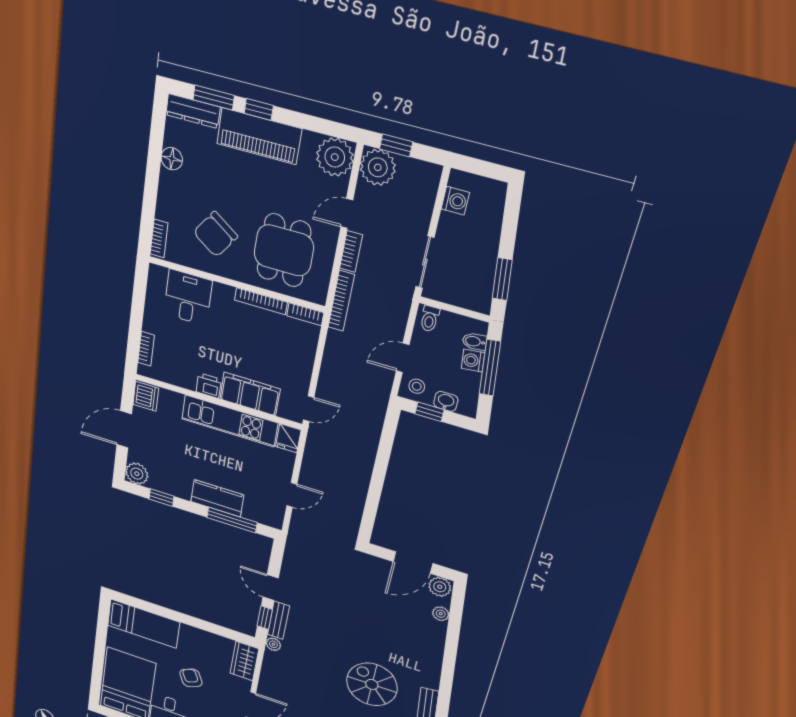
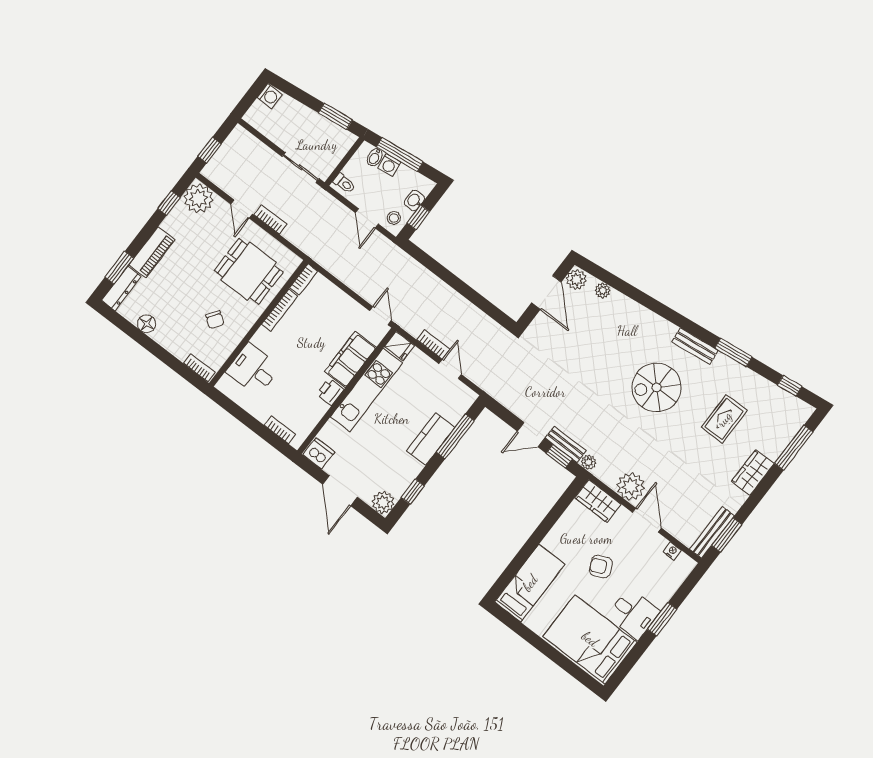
window: (259, 109) -> (169, 203), moved
piano: (259, 136) -> (152, 252), width x0.73, depth x0.75
plant: (378, 167) -> (631, 486), moved
washing machine: (455, 201) -> (270, 96), moved, turned 90
chair: (215, 234) -> (215, 320), width x0.54, depth x0.54
bookcase: (341, 301) -> (433, 344), moved, width x0.64

